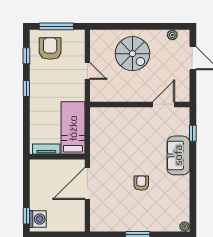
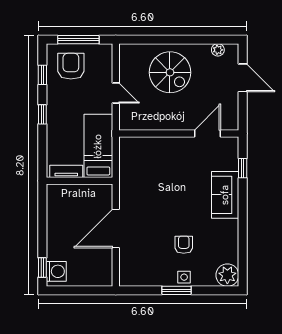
bed: (73, 128) -> (98, 146), moved
tv unit: (46, 149) -> (66, 171), moved
wall: (57, 157) -> (79, 181), moved
armchair: (141, 183) -> (184, 245), moved
side table: (144, 224) -> (184, 277), added
plant: (185, 227) -> (227, 275), width x1.88, depth x1.88

